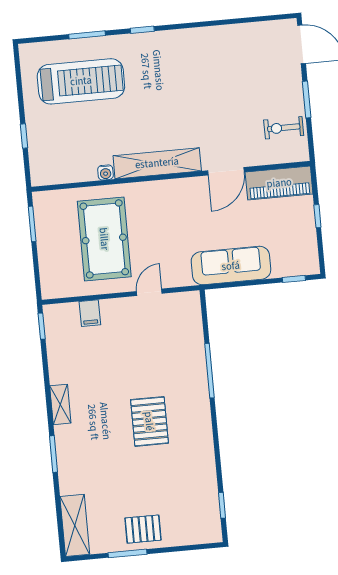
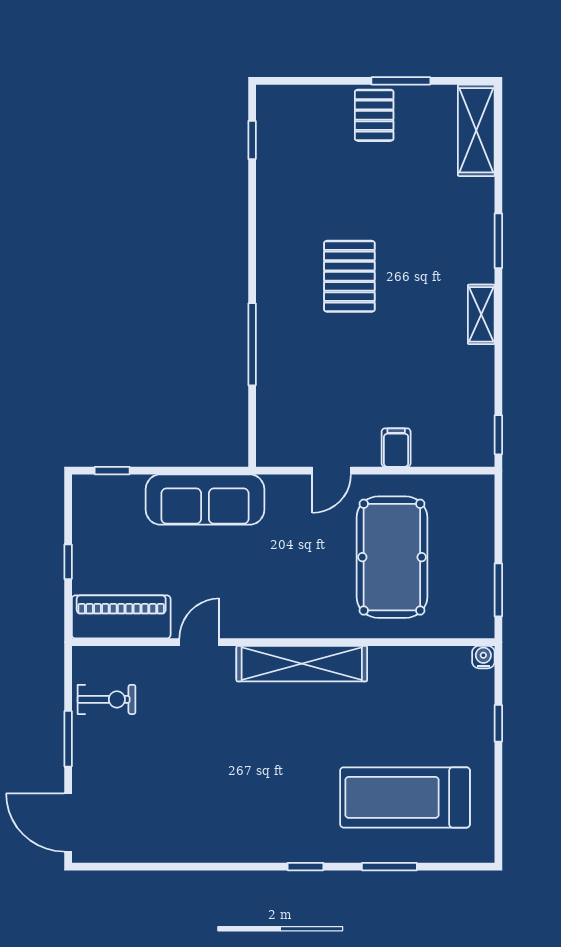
door: (226, 171) -> (199, 642), width x0.73
water cooler: (105, 172) -> (483, 657), moved
filing cabinet: (90, 313) -> (396, 448), moved
pallet: (143, 529) -> (374, 115), turned 90

